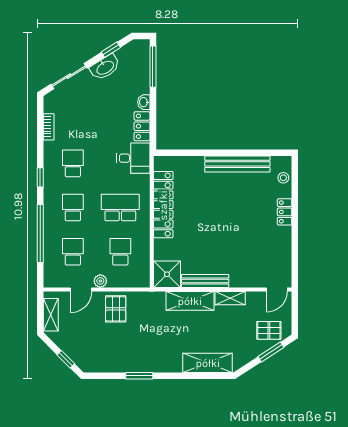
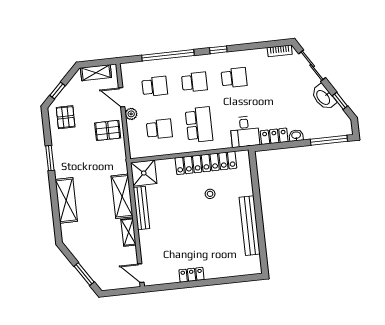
bookcase: (49, 127) -> (280, 51), moved
stool: (283, 178) -> (210, 194), moved
locker: (285, 212) -> (191, 275), moved
pallet: (269, 330) -> (66, 117), moved
shelving: (208, 363) -> (66, 200), moved

